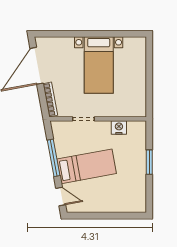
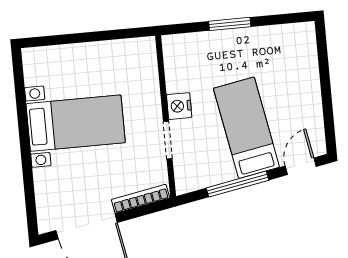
nightstand: (119, 128) -> (179, 106), moved

